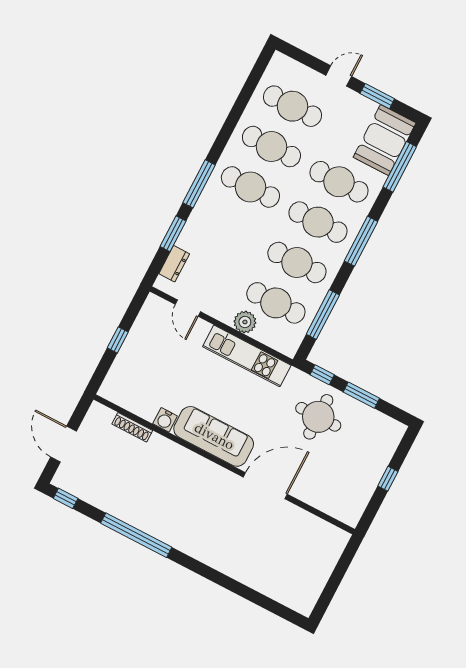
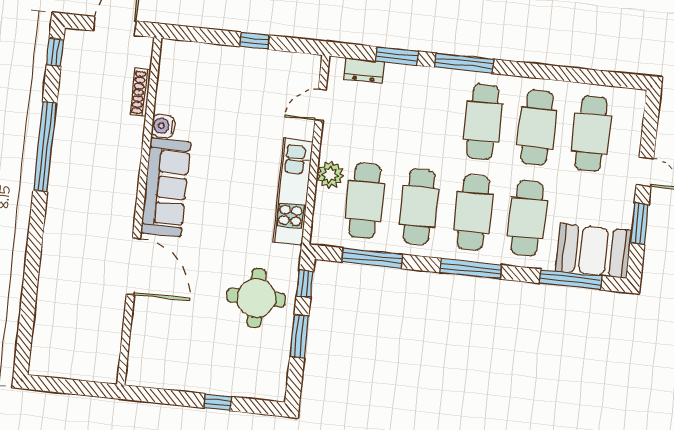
water cooler: (165, 420) -> (163, 126), moved
shoe rack: (132, 427) -> (140, 93), moved
sofa: (214, 436) -> (166, 187), moved
wall: (224, 464) -> (139, 211), moved
door: (265, 486) -> (133, 266), moved

